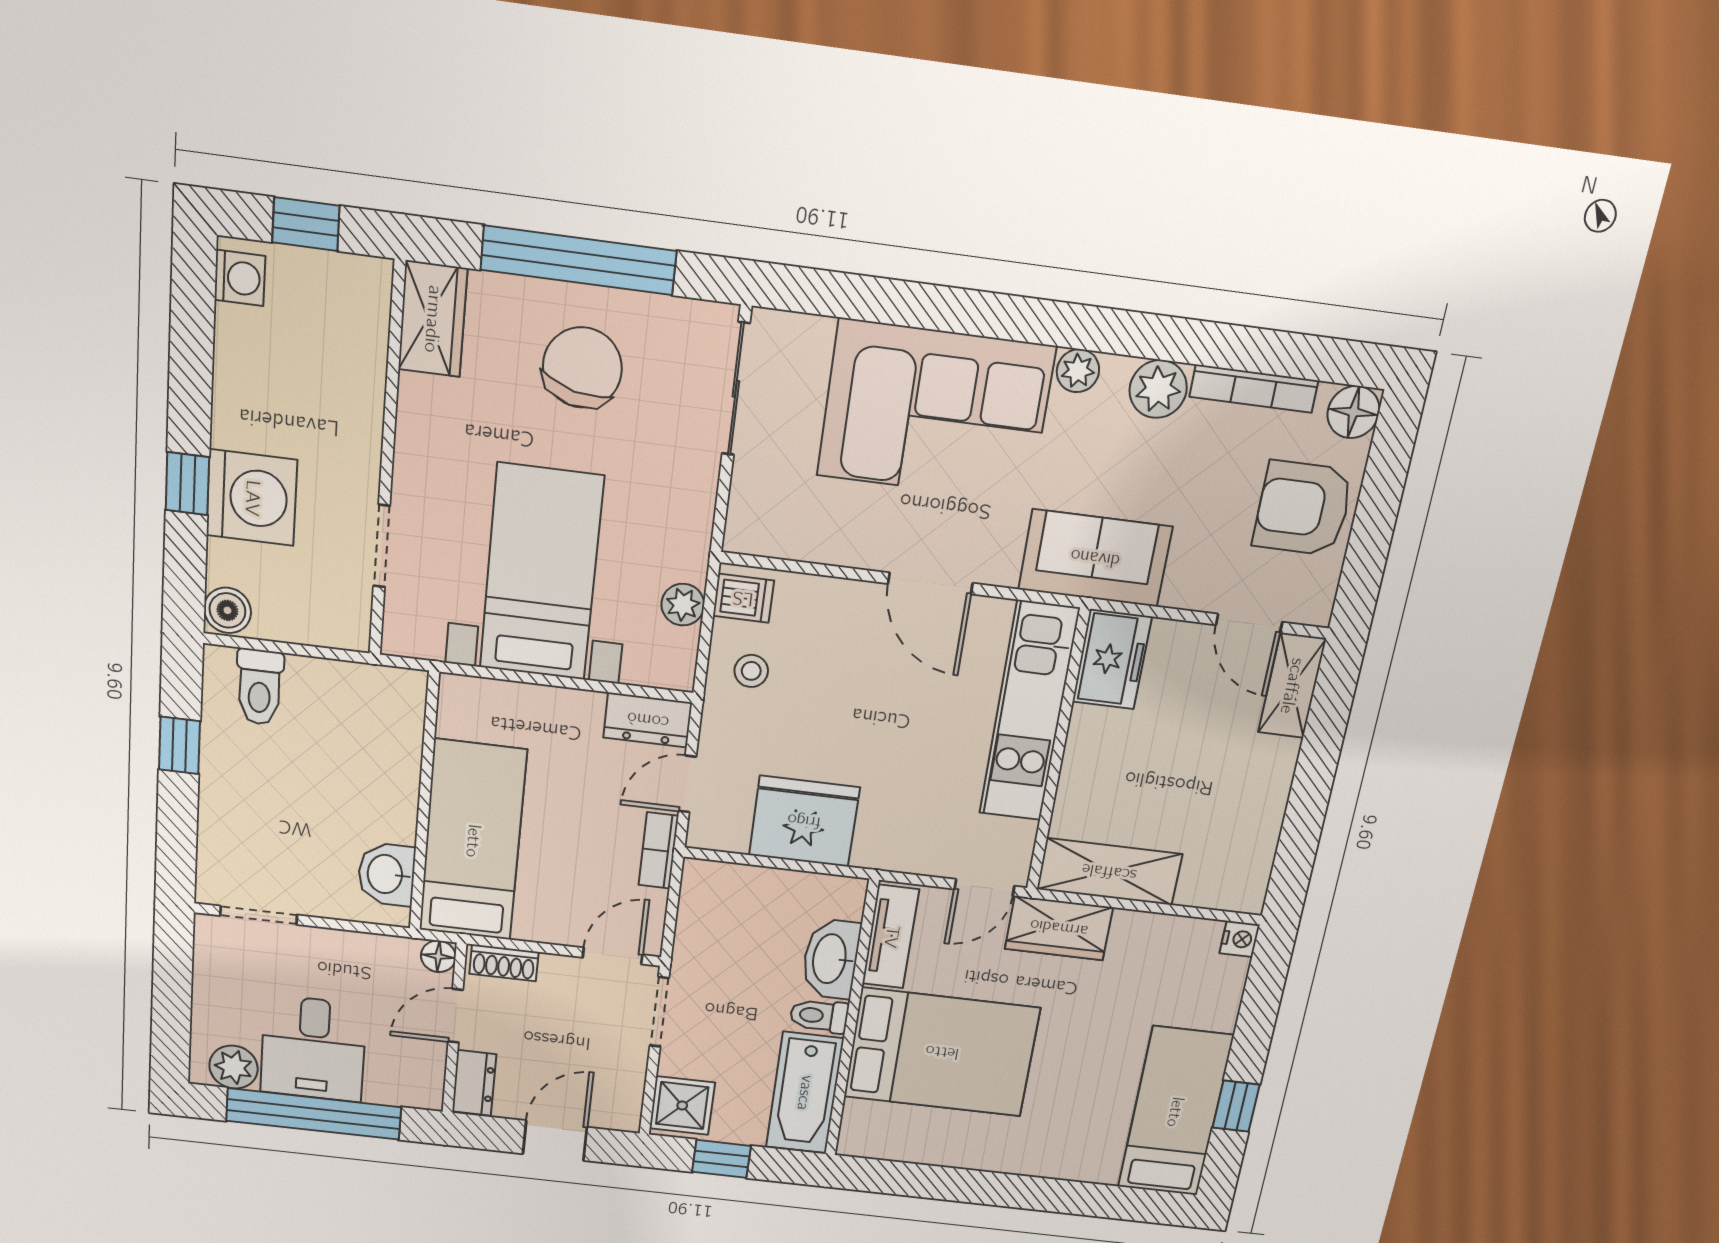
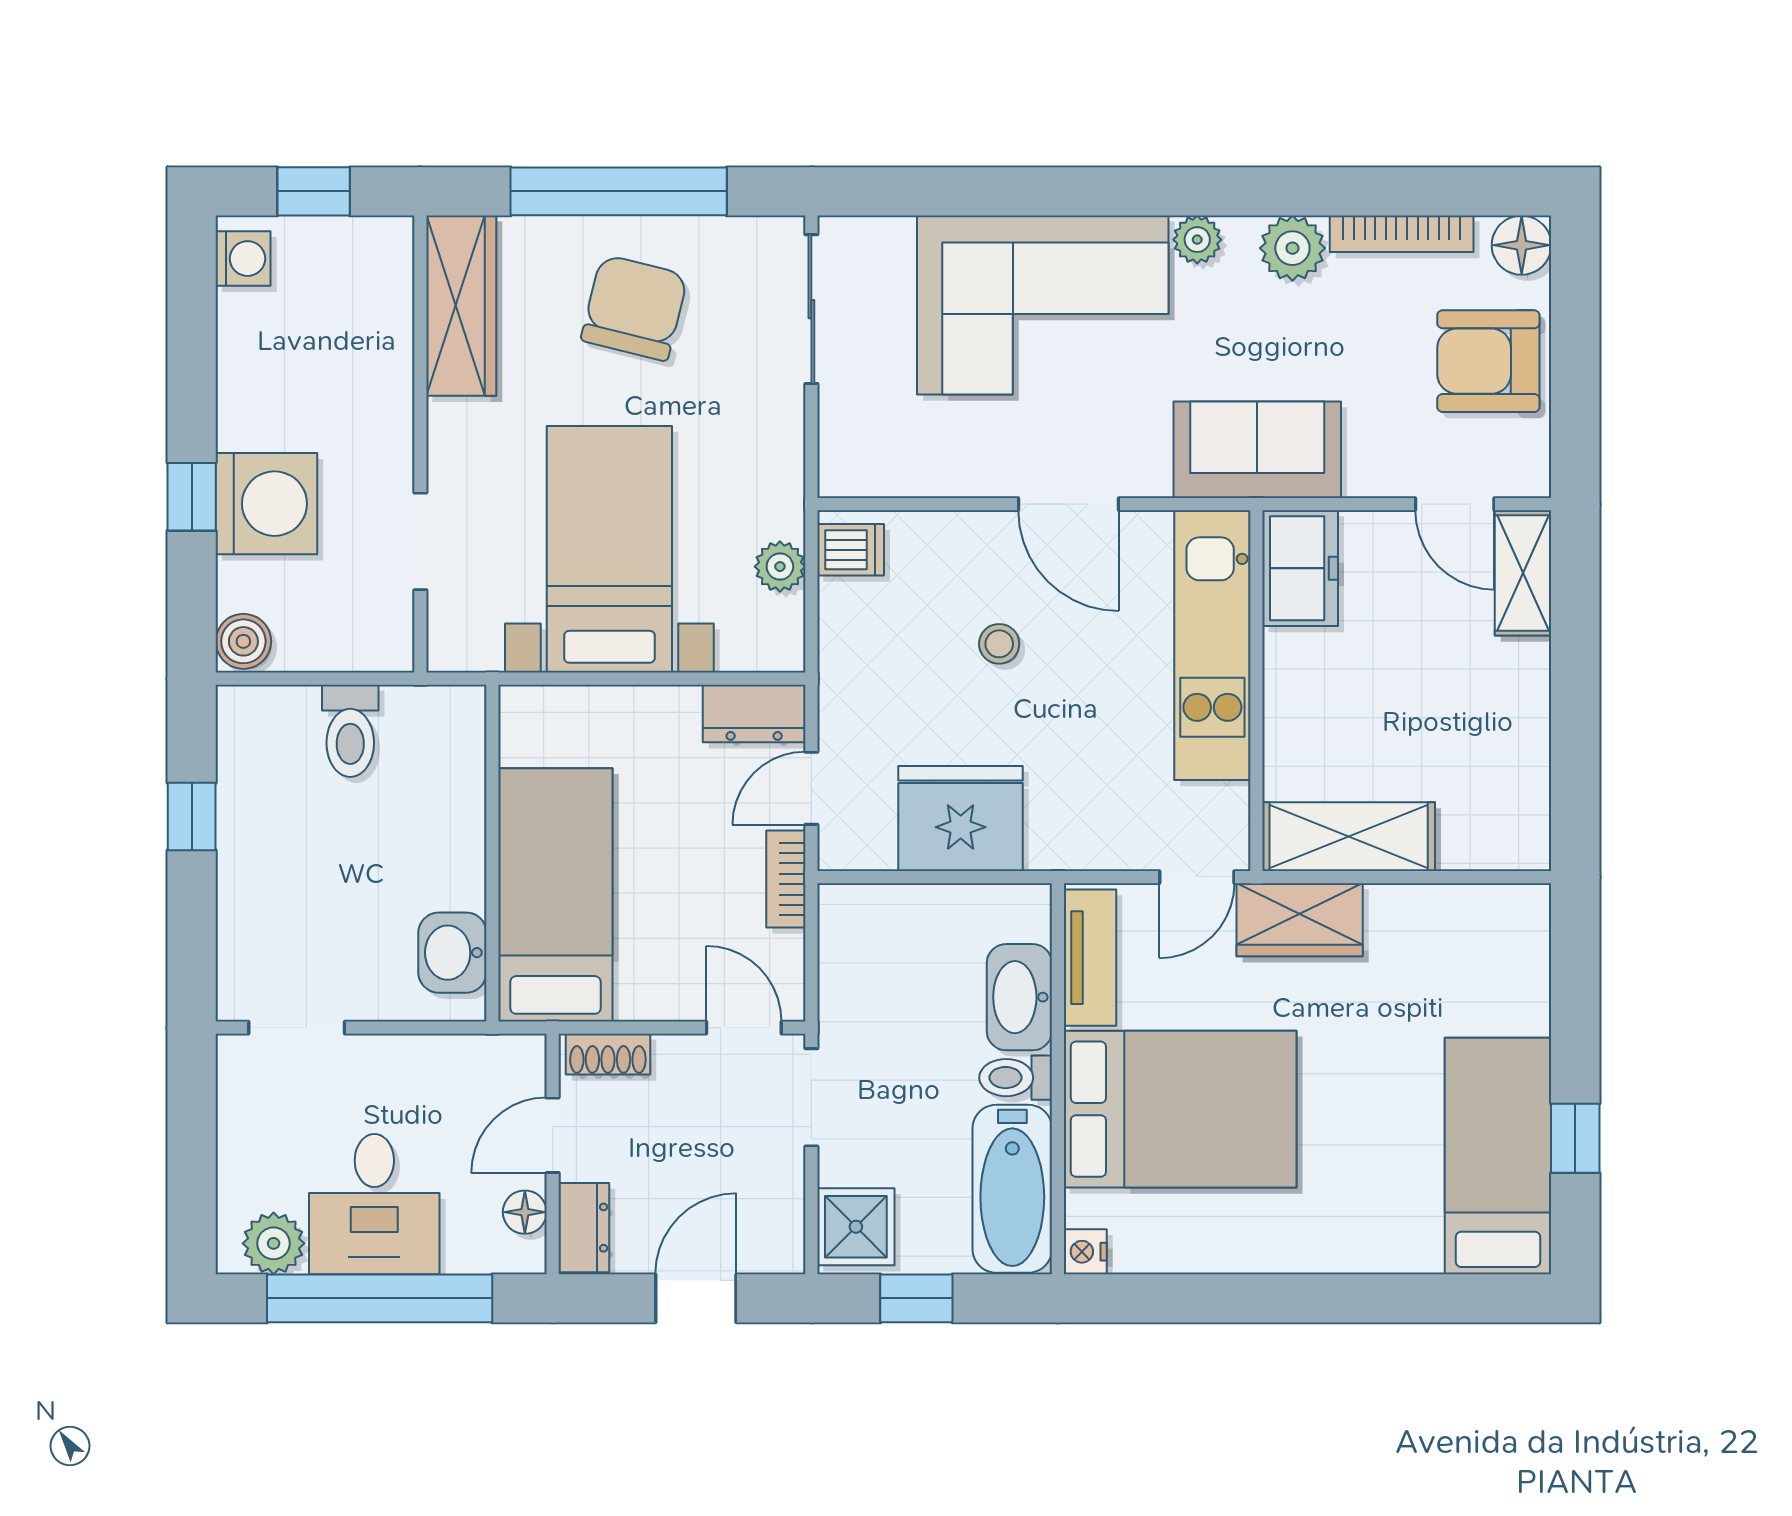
wardrobe: (433, 319) -> (461, 306), width x1.50
stool: (751, 671) -> (999, 644), moved
toilet: (260, 687) -> (350, 731), moved
nightstand: (1240, 939) -> (1085, 1252), moved, turned 180
floor lamp: (438, 956) -> (525, 1212), moved
door: (613, 956) -> (744, 1028), hinge flipped

